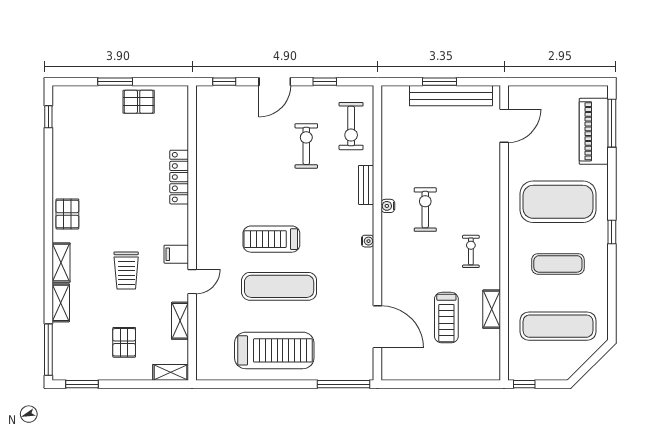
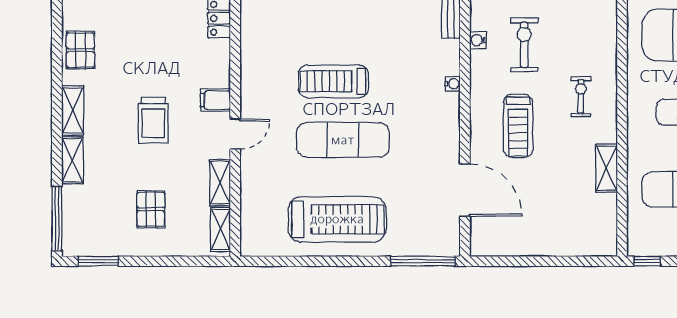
treadmill: (446, 318) -> (518, 126), moved
shelving: (171, 372) -> (220, 230), moved, turned 90

